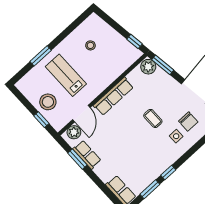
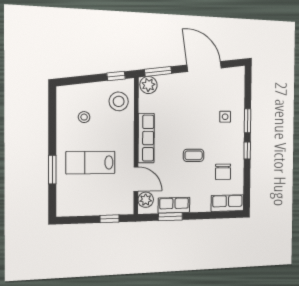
stool: (48, 102) -> (119, 101), moved
coffee table: (153, 118) -> (194, 155), moved
chair: (188, 122) -> (223, 172), moved, turned 90
window: (150, 189) -> (248, 121), moved

